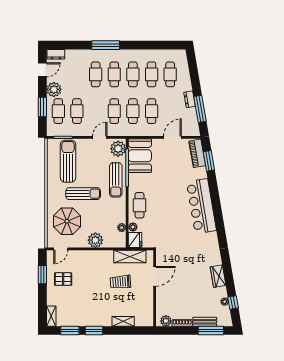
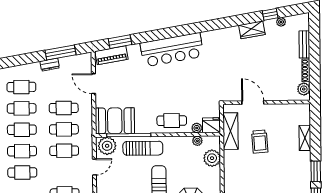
door: (100, 137) -> (94, 167), swing flipped
plant: (95, 240) -> (212, 158), moved
window: (233, 303) -> (270, 14), moved
window: (211, 331) -> (314, 37), removed

